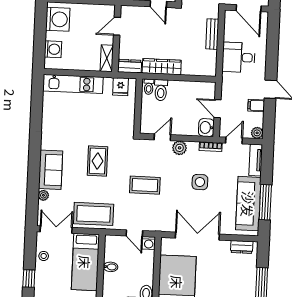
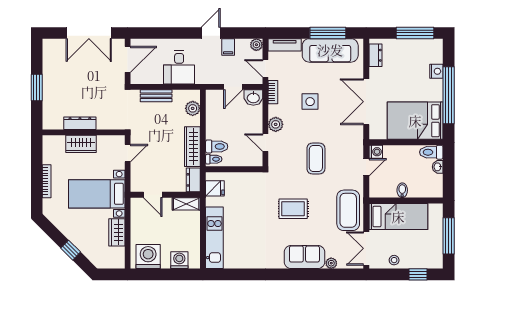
plant: (199, 69) -> (193, 108), added

